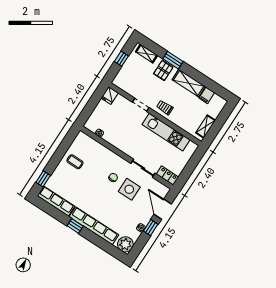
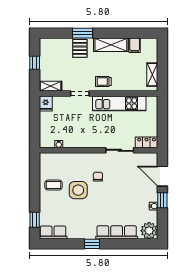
shelving: (147, 54) -> (50, 86), moved
side table: (129, 189) -> (78, 190), moved
row of seats: (56, 201) -> (53, 232), width x0.68
row of seats: (94, 226) -> (117, 232), width x0.73

